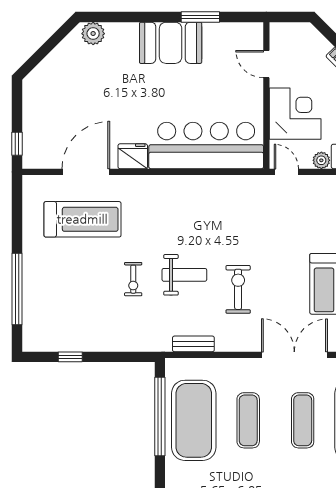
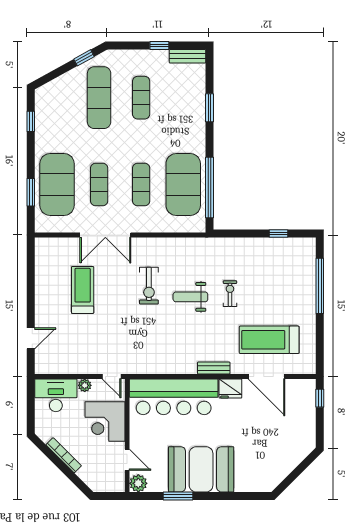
plant: (93, 34) -> (138, 483), moved
booth: (171, 43) -> (201, 469), width x1.36, depth x1.42
door: (86, 172) -> (267, 376), hinge flipped
bench: (193, 344) -> (214, 368), moved

